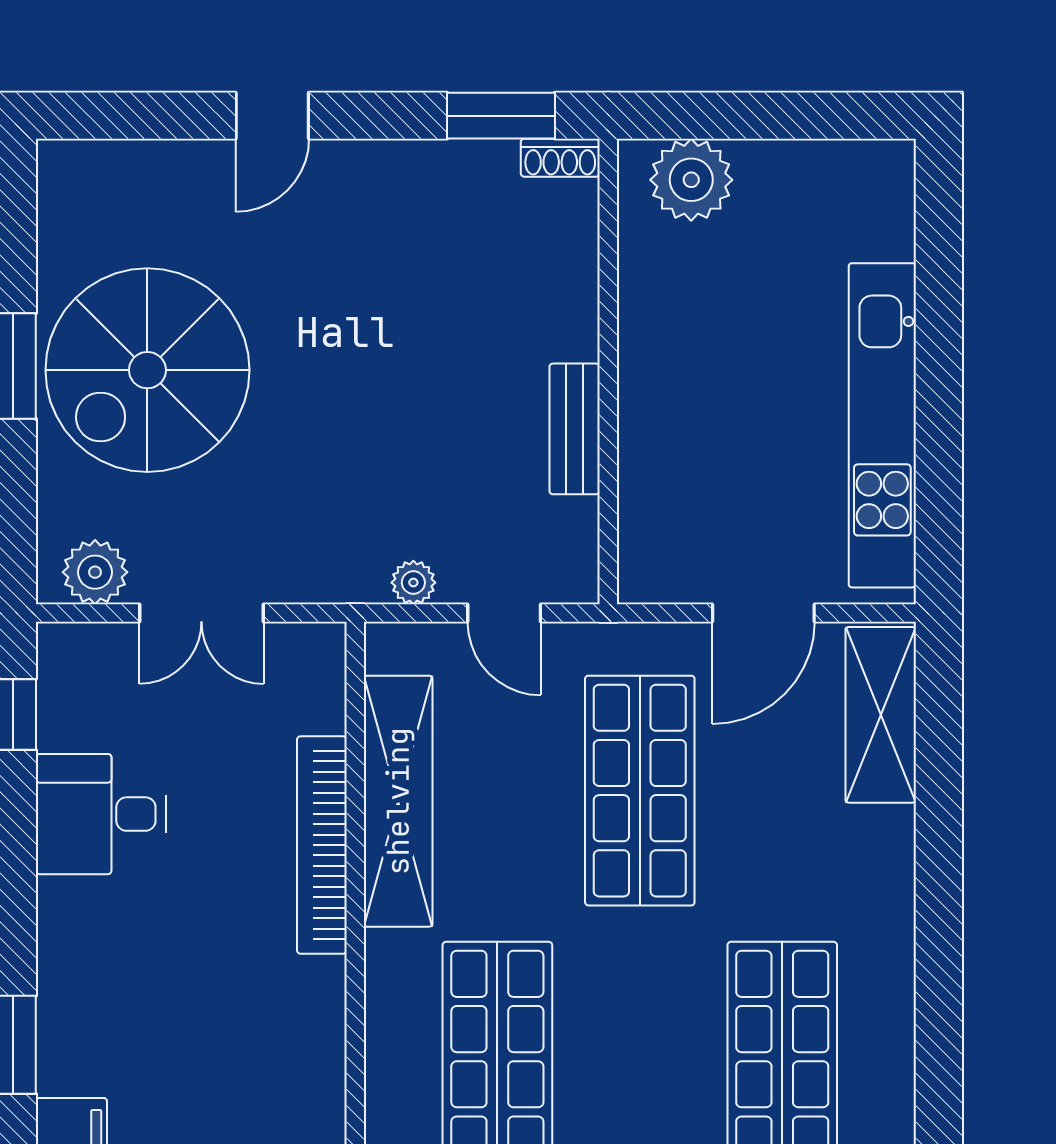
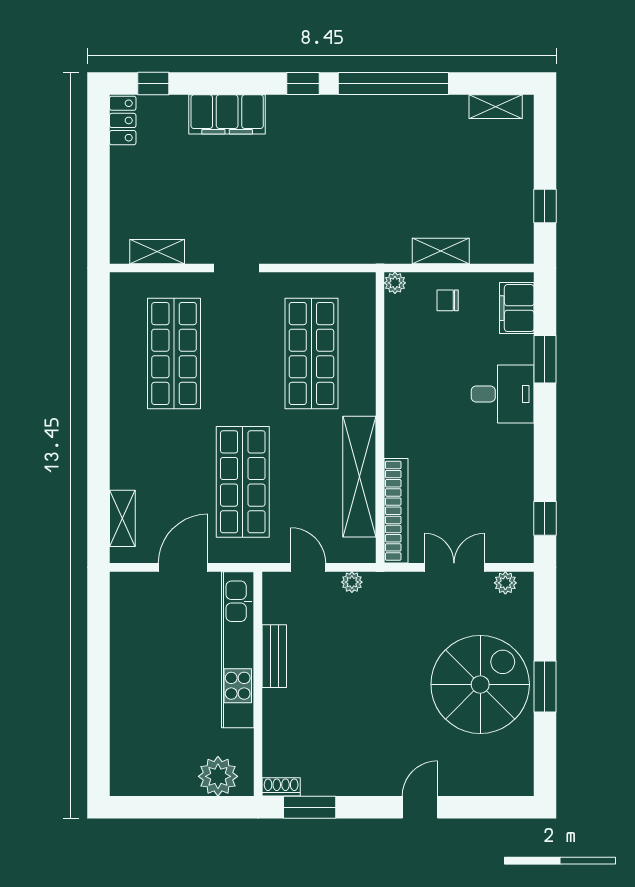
kitchen unit: (882, 425) -> (238, 650), moved, turned 180
plant: (95, 572) -> (505, 583), width x0.73, depth x0.73
shelving: (881, 715) -> (122, 518), width x0.67, depth x0.75
desk: (101, 814) -> (503, 394), moved
bookcase: (322, 845) -> (396, 511), moved

